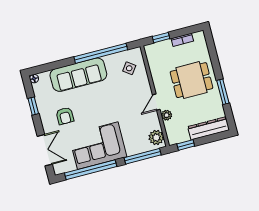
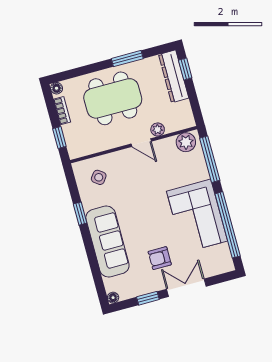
floor lamp: (200, 36) -> (57, 88), added
window: (101, 53) -> (80, 214), width x0.32
dining table: (191, 80) -> (113, 98), width x1.38
armchair: (65, 116) -> (160, 258), turned 180
window: (186, 145) -> (185, 69), moved
double door: (45, 150) -> (186, 288), moved

